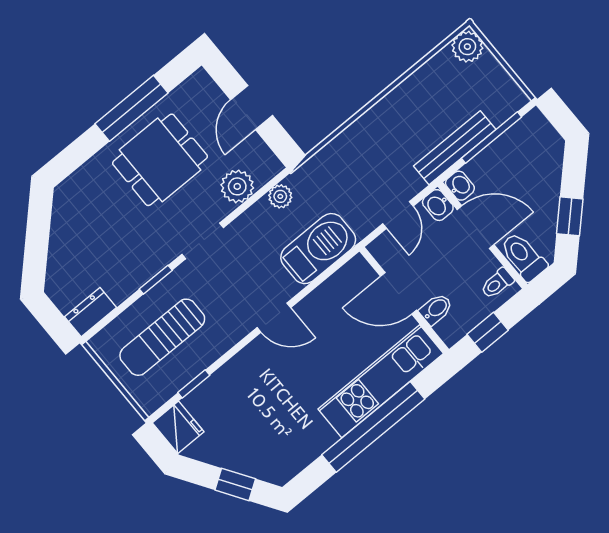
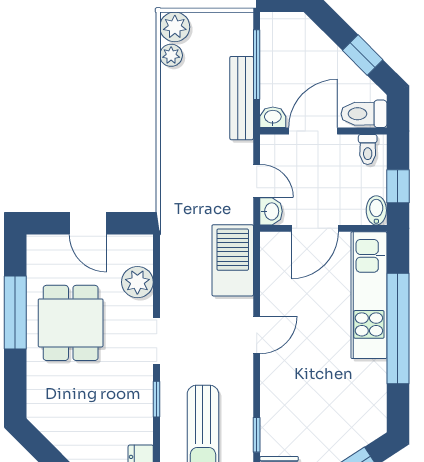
plant: (280, 196) -> (171, 55), moved
washbasin: (438, 205) -> (271, 211), moved, turned -90
bidet: (436, 309) -> (376, 210), moved

